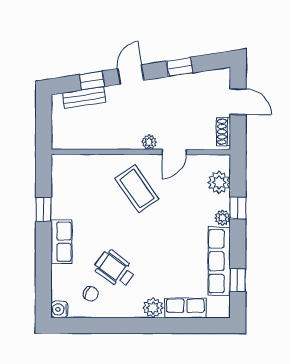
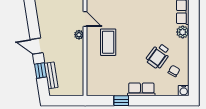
window: (180, 67) -> (32, 16), removed
coffee table: (137, 189) -> (108, 42), turned -55

